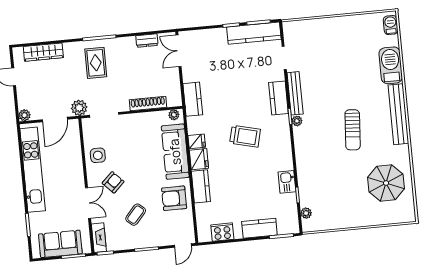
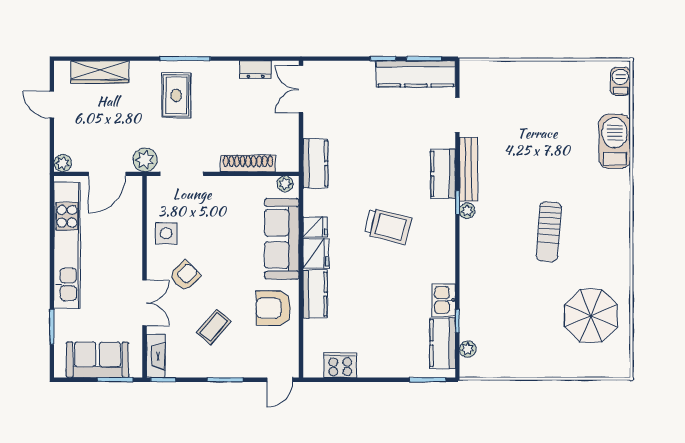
bench: (398, 114) -> (619, 215), removed
kitchen counter: (259, 228) -> (443, 343), moved, turned -90

